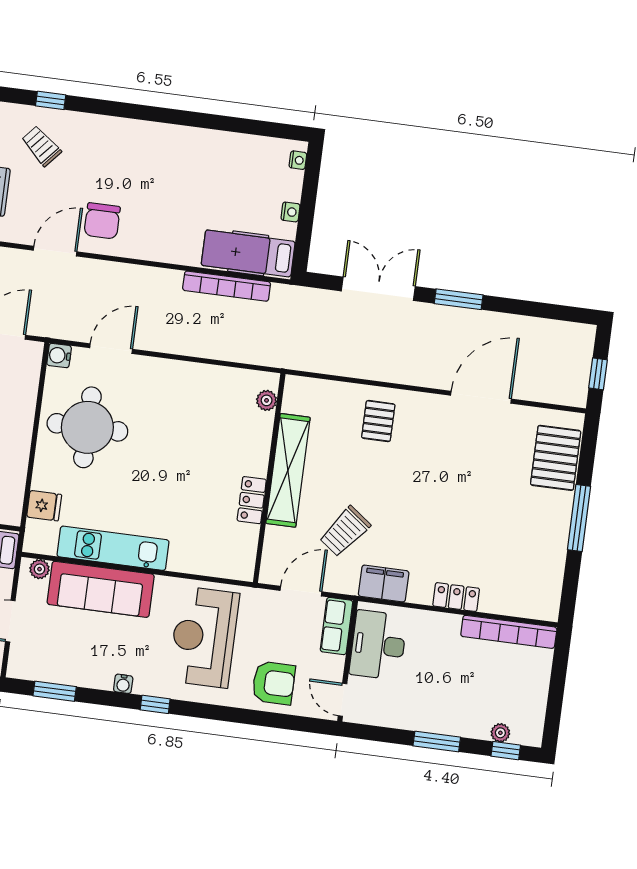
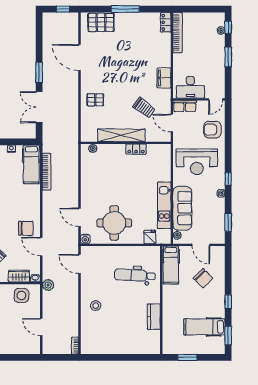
filing cabinet: (384, 584) -> (164, 78), moved
locker: (456, 597) -> (166, 22), moved
armchair: (274, 683) -> (212, 130), turned -90

